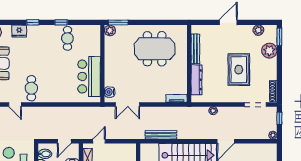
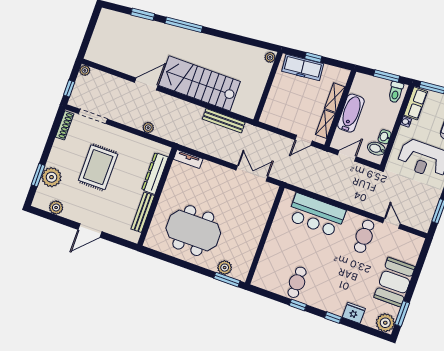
plant: (110, 30) -> (225, 268), moved
window: (279, 37) -> (38, 175), moved
bar counter: (89, 77) -> (316, 215), moved, turned 90
water cooler: (110, 92) -> (269, 197), removed

